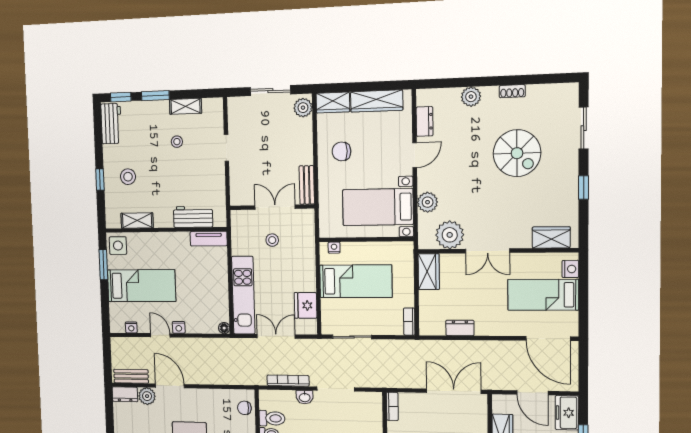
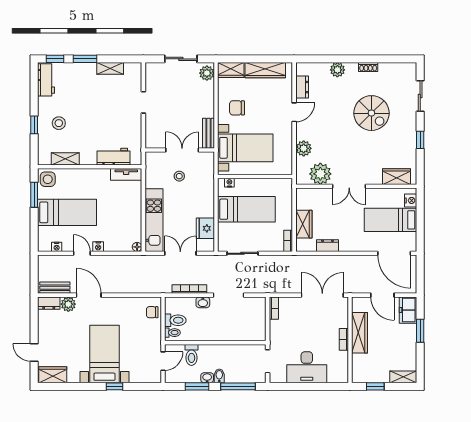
stool: (177, 142) -> (102, 96), removed
bed with nightstands: (378, 207) -> (245, 148), moved, turned 180
wardrobe: (429, 272) -> (304, 224), moved

